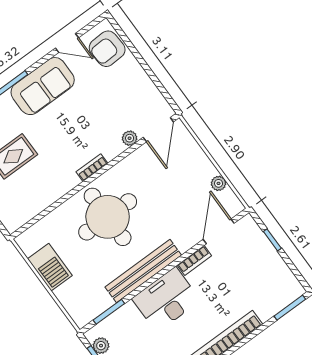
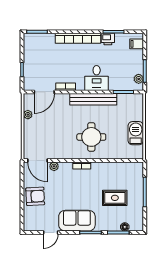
door: (67, 43) -> (51, 233), swing flipped
armchair: (107, 49) -> (35, 196), moved
door: (158, 130) -> (38, 161), swing flipped
round table: (108, 217) -> (91, 137), width x0.73, depth x0.73
desk: (166, 300) -> (97, 78), width x0.73

